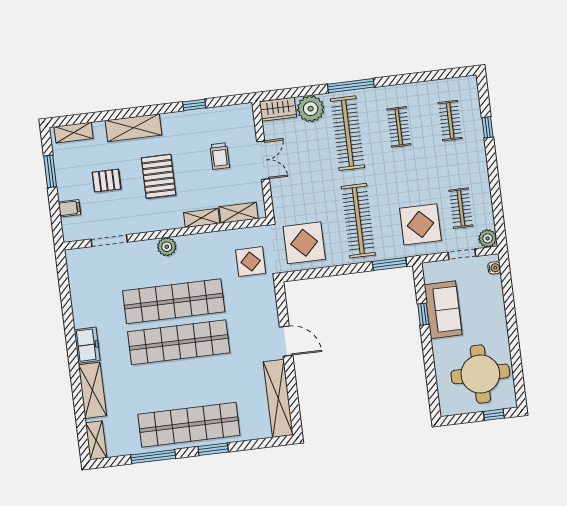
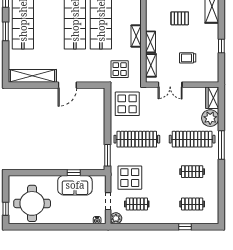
double door: (263, 160) -> (170, 85), moved
pallet: (159, 176) -> (180, 18), width x0.67, depth x0.71
shelving: (195, 242) -> (136, 36), added
plant: (167, 247) -> (135, 18), removed

